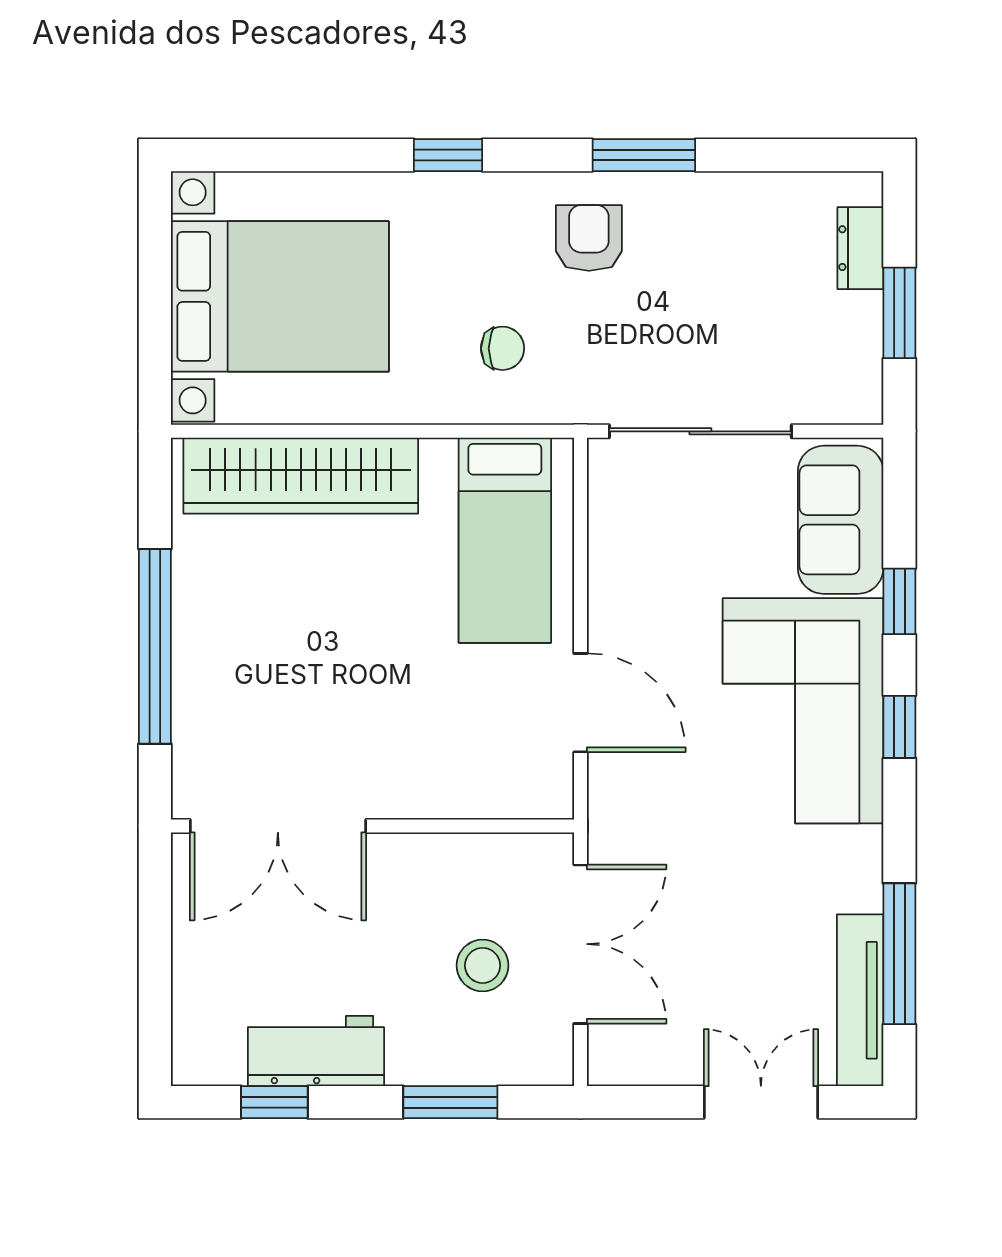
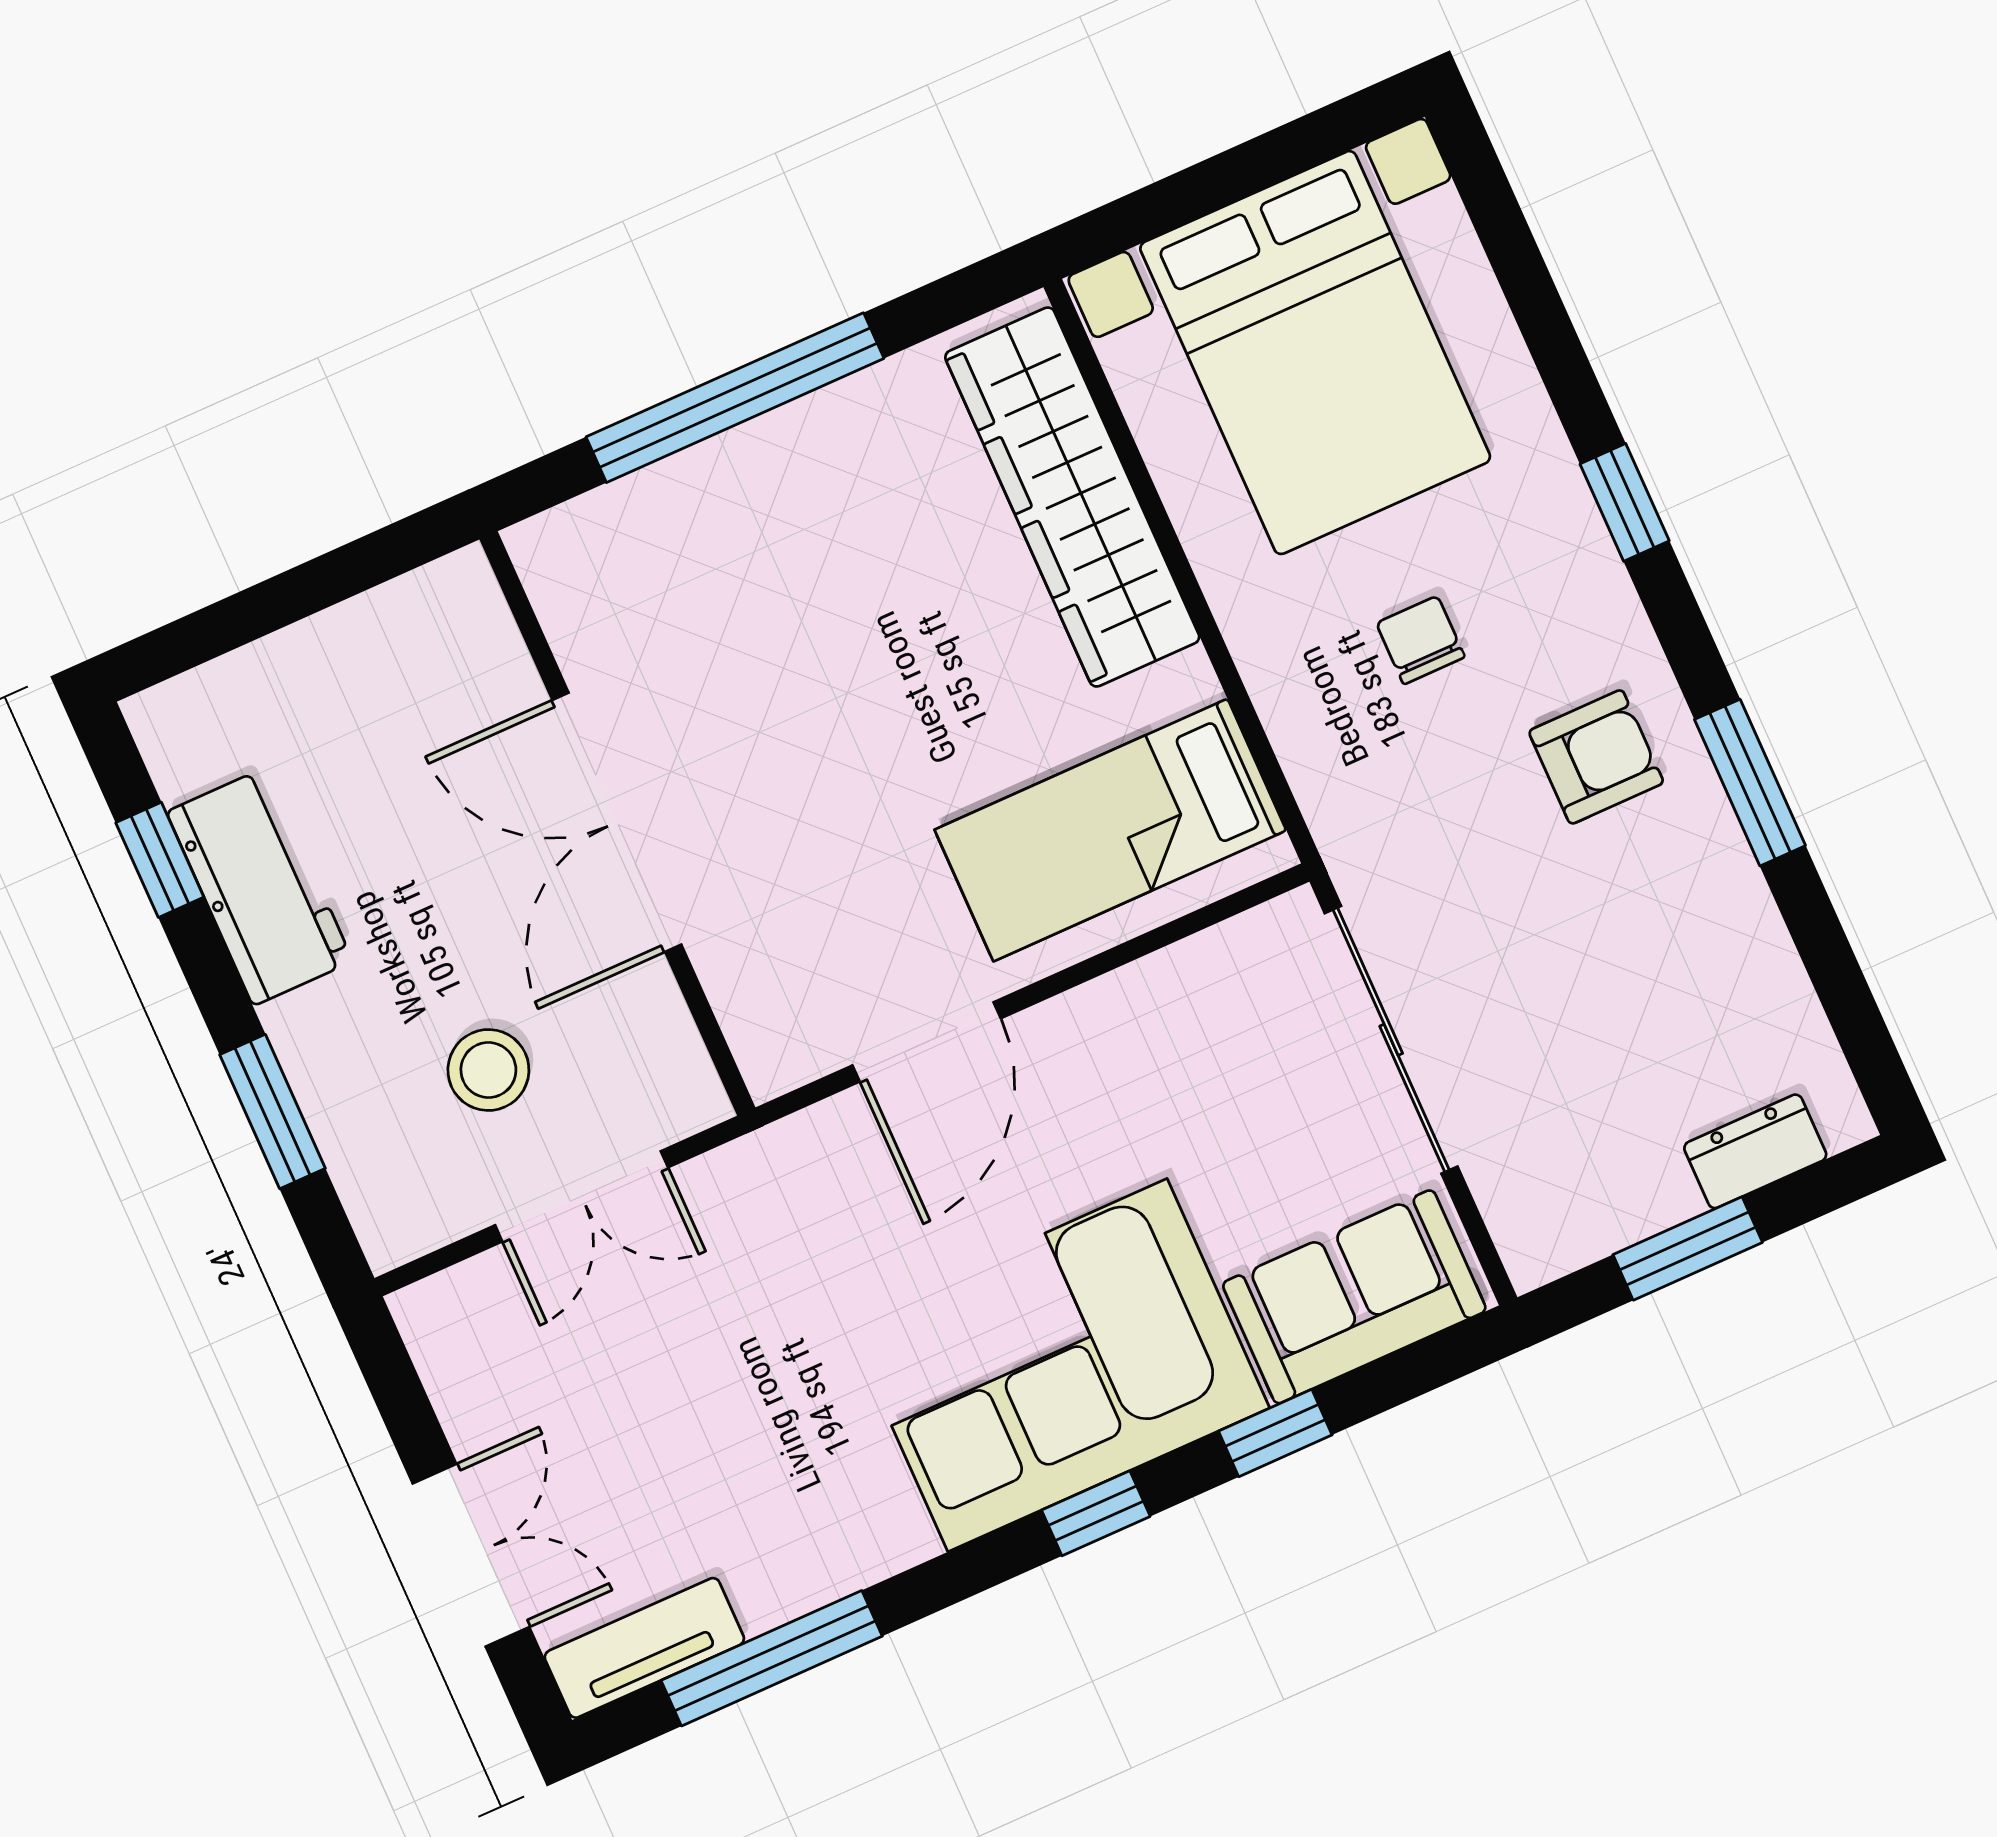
chair: (503, 348) -> (1421, 640), moved, turned 180
double door: (278, 826) -> (617, 822), moved
double door: (580, 944) -> (582, 1196), width x0.73
tv unit: (860, 1000) -> (644, 1648), width x0.71

